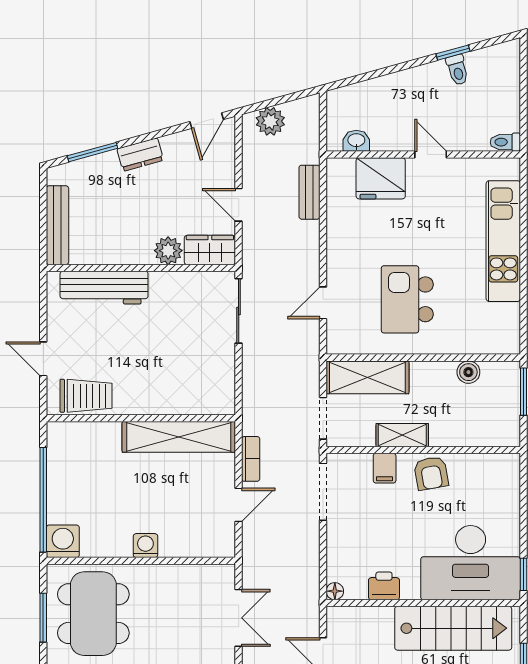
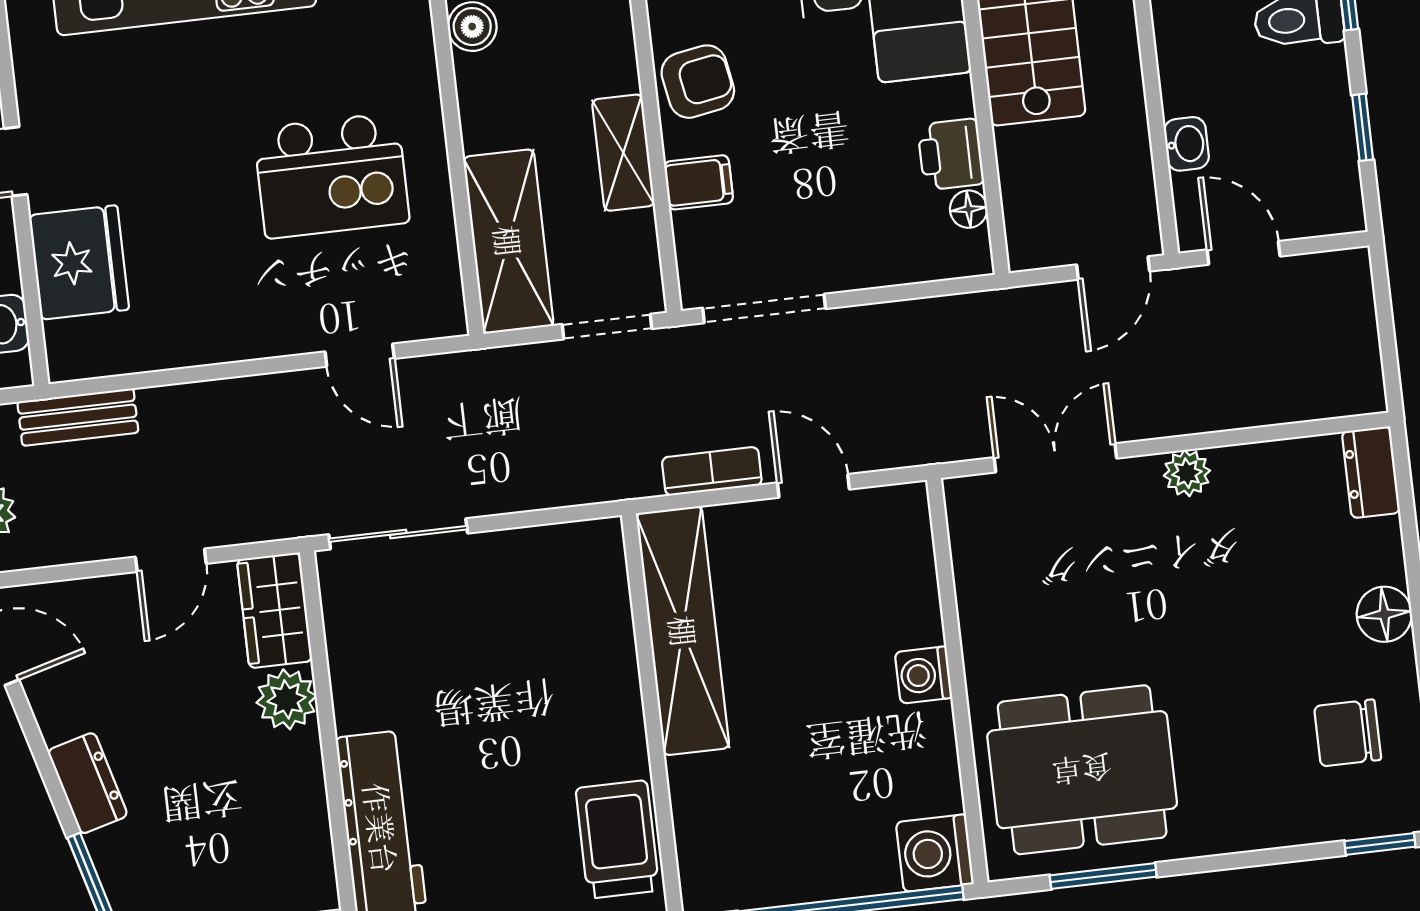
bench: (309, 192) -> (78, 417), moved
floor lamp: (335, 591) -> (969, 209), moved

